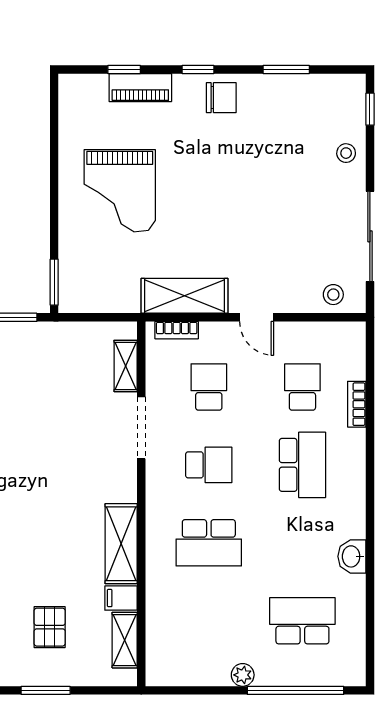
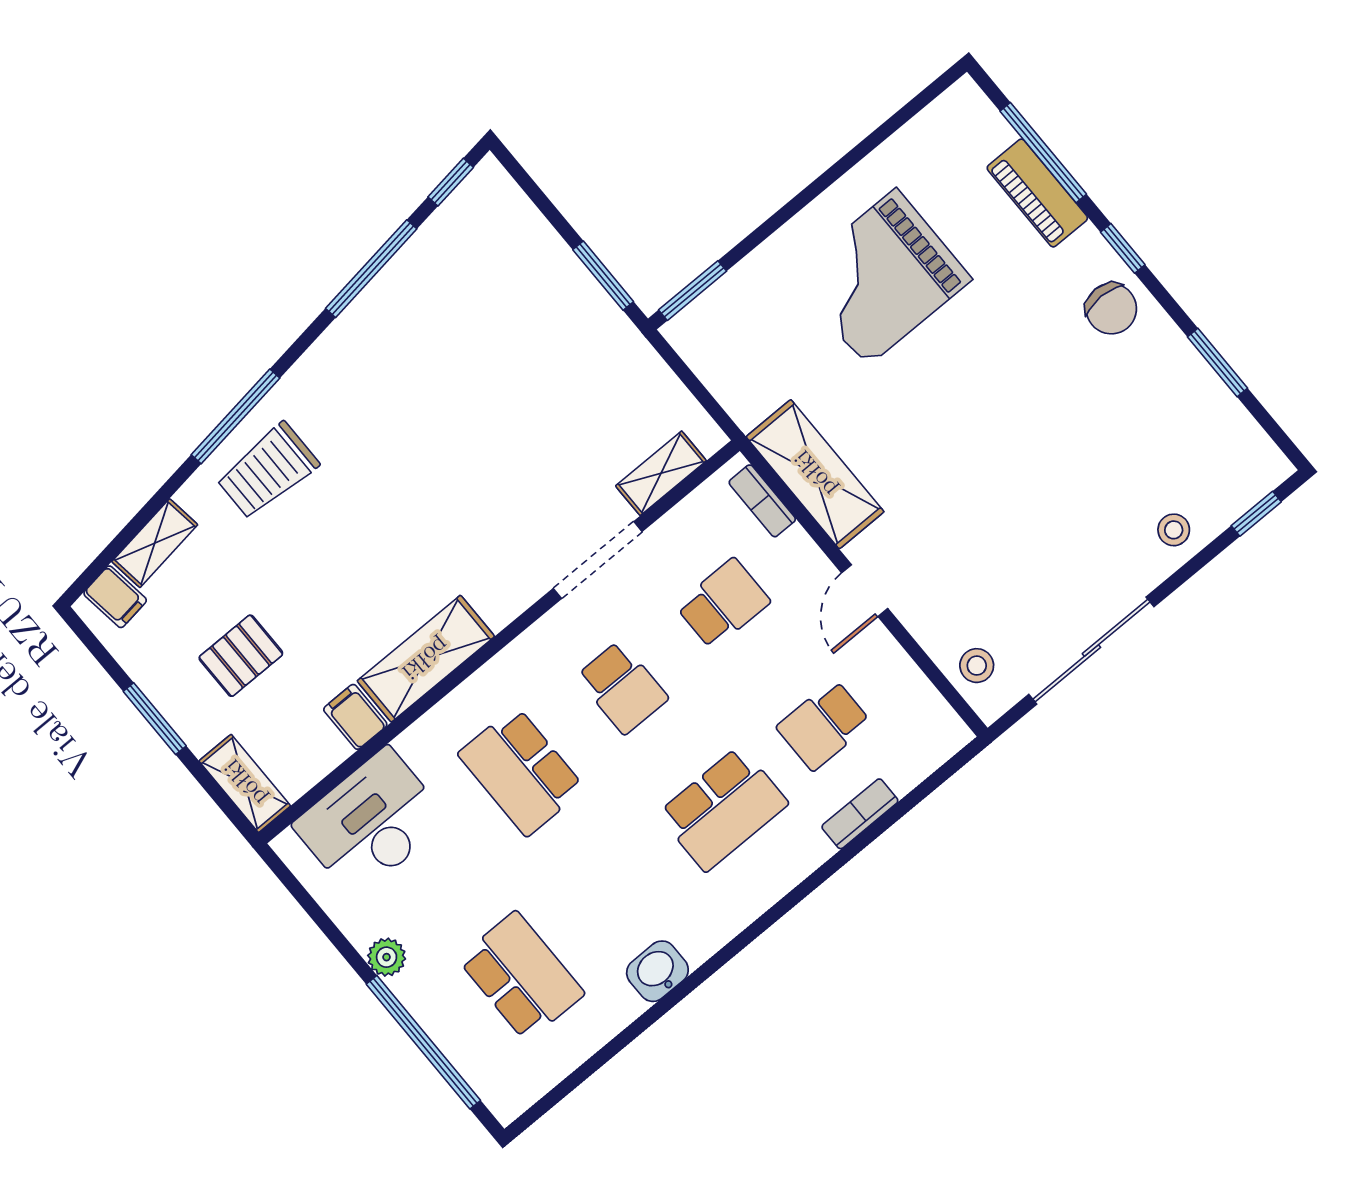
window: (124, 70) -> (1043, 153), width x2.17
school desk: (302, 387) -> (824, 725), turned 180
desk: (175, 631) -> (371, 823), added
shelving: (125, 640) -> (245, 783), moved, turned 90

